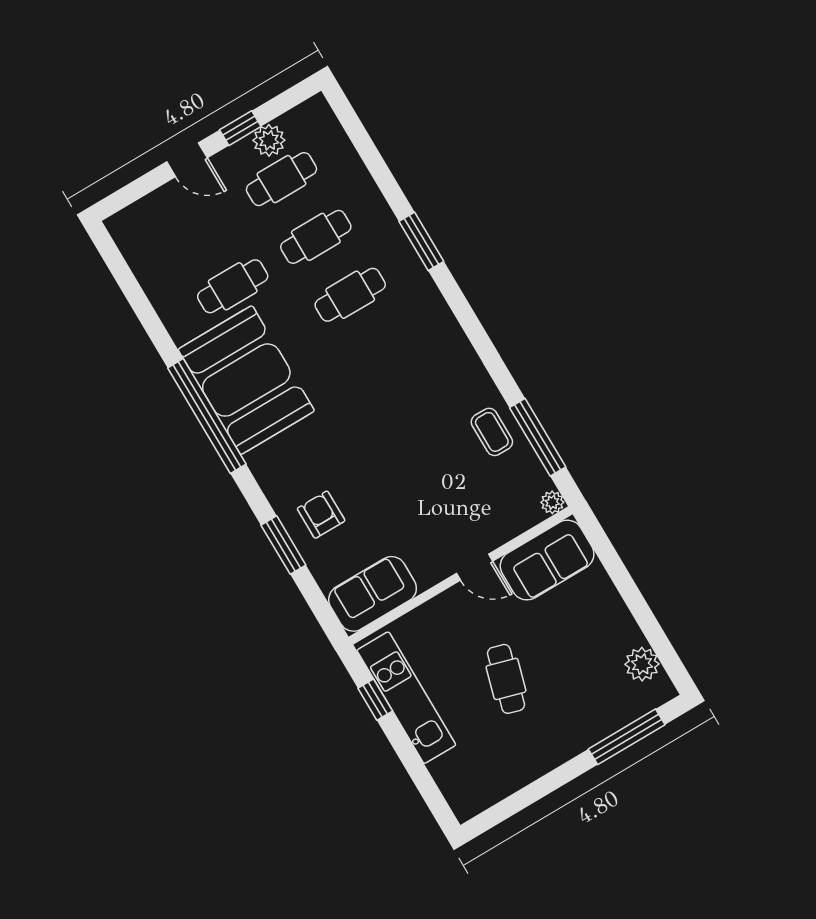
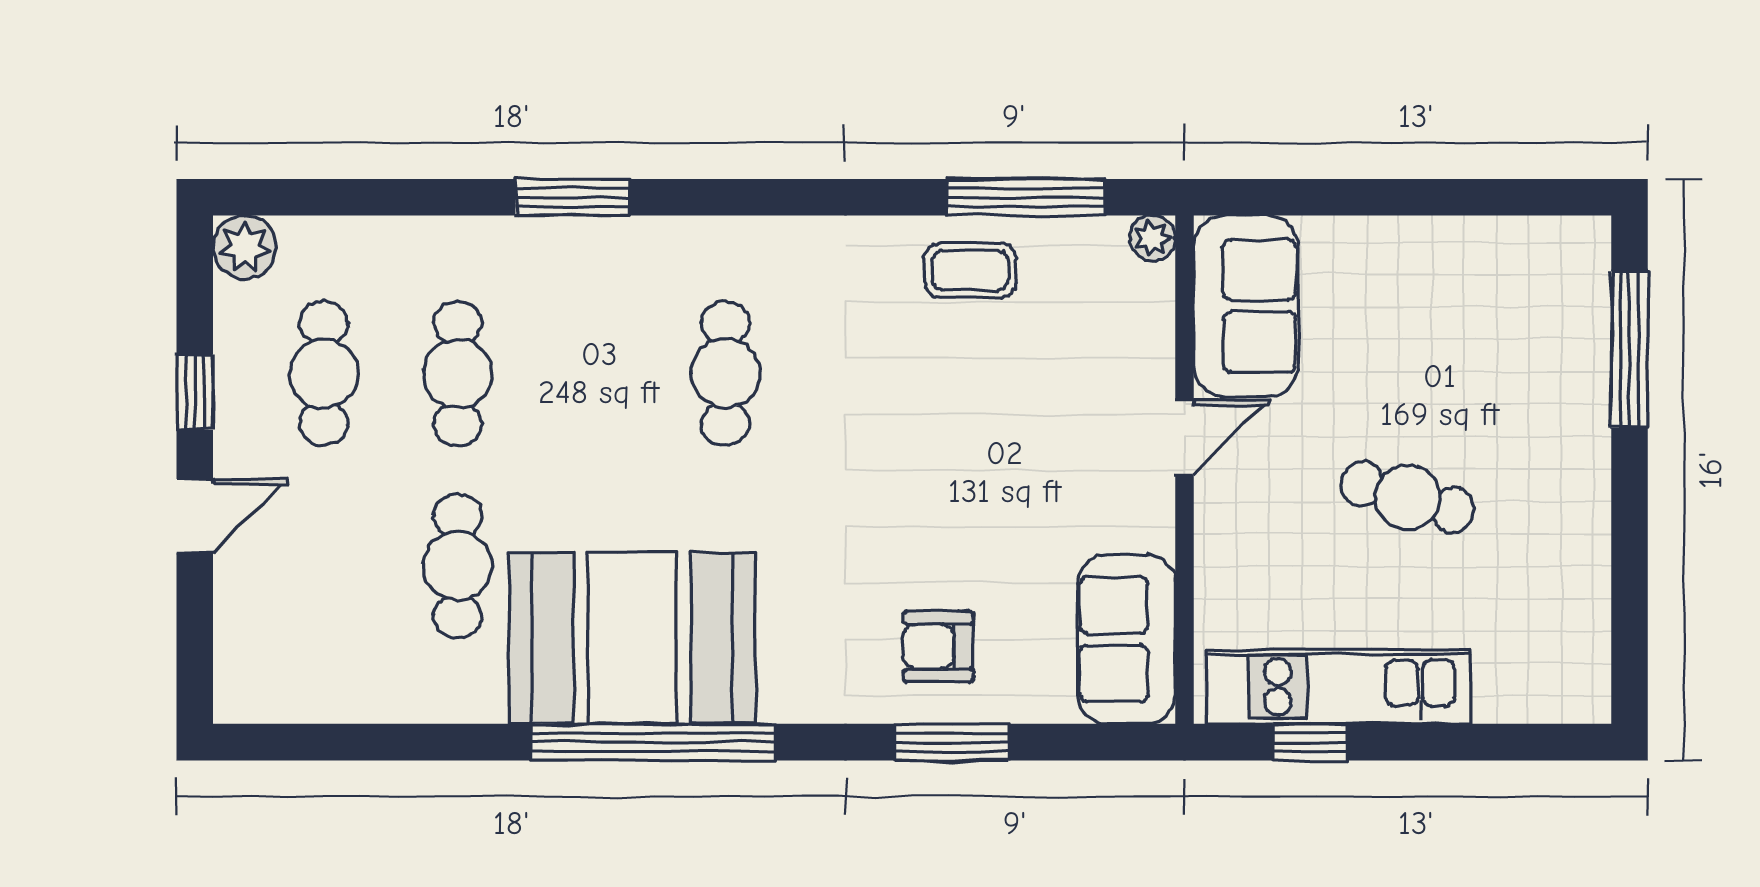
plant: (269, 140) -> (245, 247), moved
cafe table: (350, 295) -> (726, 373), moved
plant: (642, 664) -> (1521, 249), removed

